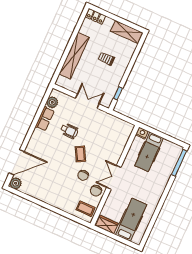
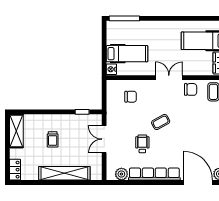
row of seats: (45, 119) -> (154, 174), width x2.02
chair: (83, 175) -> (131, 97), moved
double door: (114, 177) -> (169, 78), swing flipped

